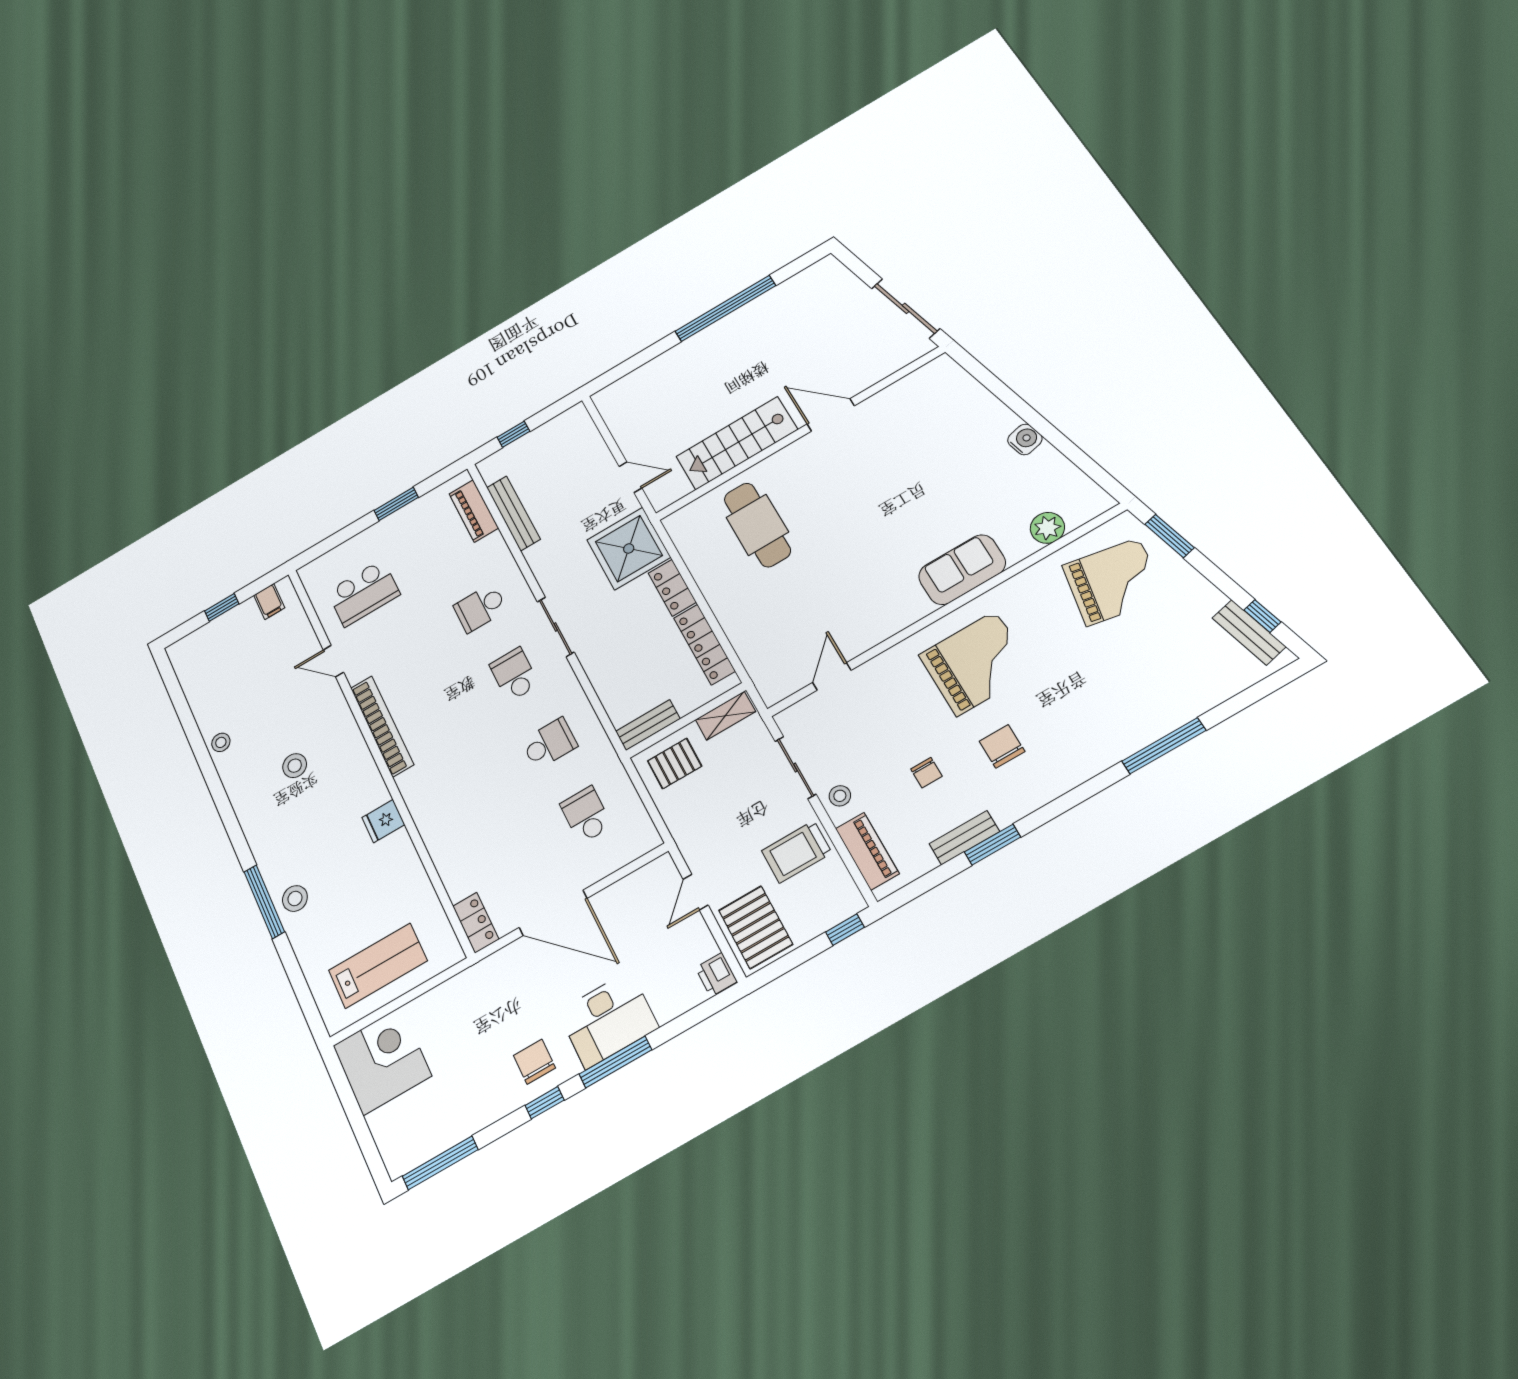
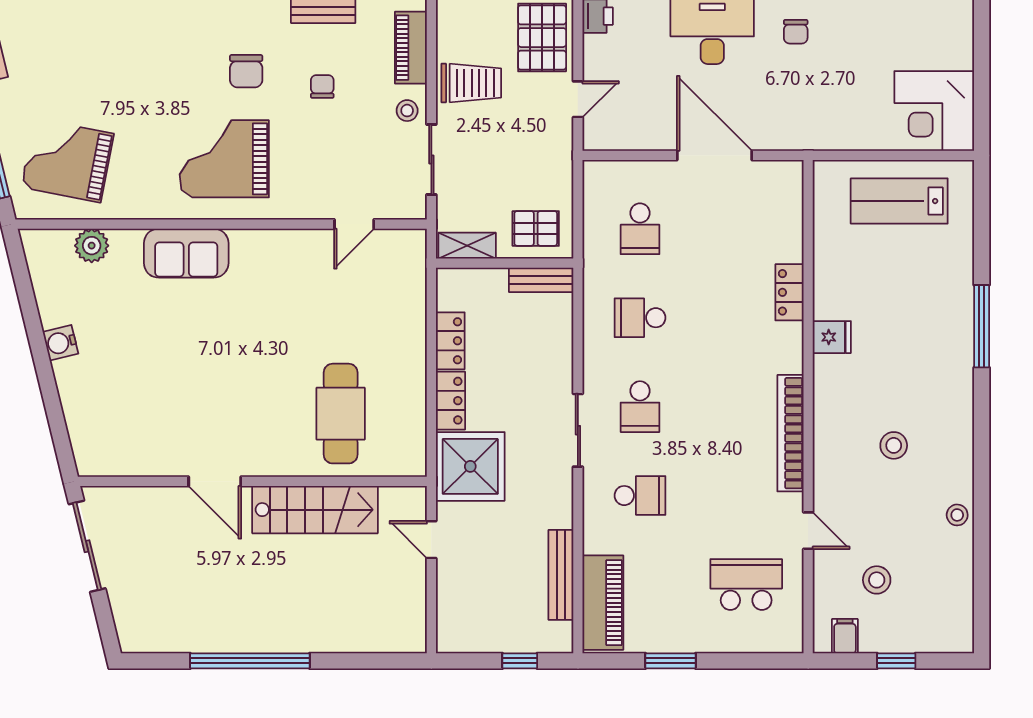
piano: (474, 511) -> (603, 603), width x1.37, depth x1.33
locker: (704, 645) -> (450, 341), width x0.66
stool: (295, 898) -> (877, 580), moved
locker: (476, 923) -> (790, 292), moved
chair: (534, 1062) -> (796, 32), width x0.73, depth x0.73

